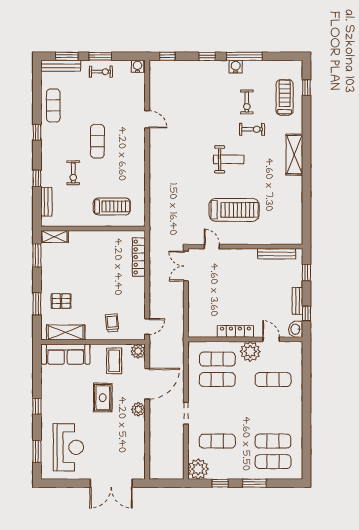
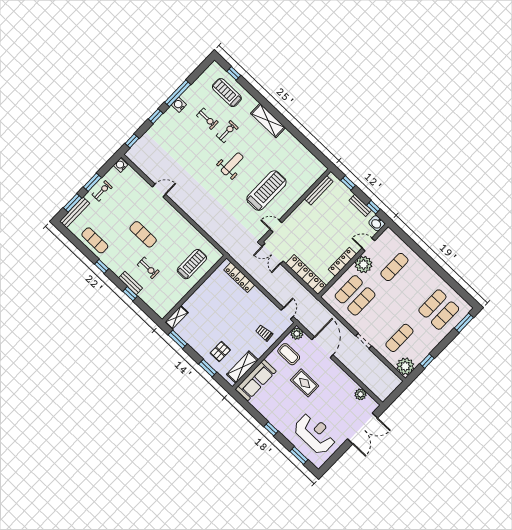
bench: (46, 202) -> (131, 283), moved
locker: (195, 311) -> (306, 275), added
plant: (138, 409) -> (361, 394), moved
window: (254, 483) -> (464, 323), moved

